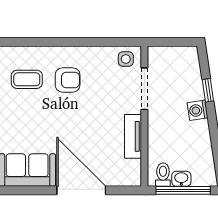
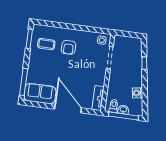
armchair: (68, 80) -> (68, 47), turned 90
washing machine: (198, 110) -> (138, 93), moved
tv unit: (133, 136) -> (98, 98), moved

